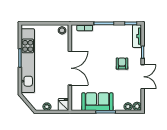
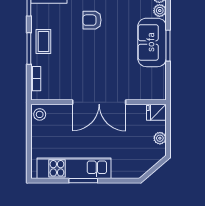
coffee table: (108, 33) -> (43, 42), added
kitchen unit: (28, 61) -> (74, 168), width x0.73
double door: (70, 68) -> (99, 102), swing flipped
sofa: (97, 102) -> (152, 42), moved

